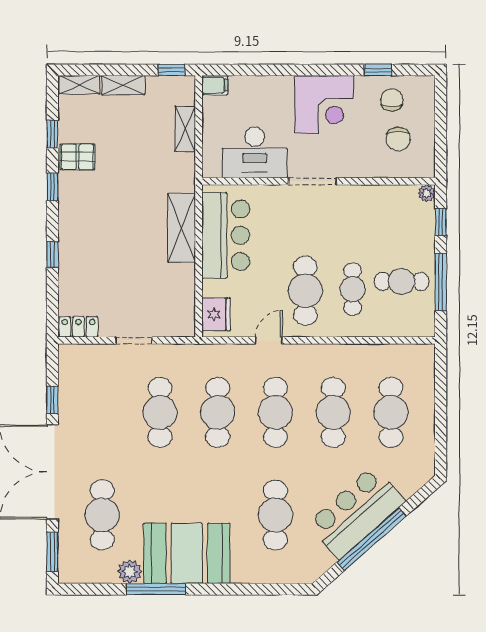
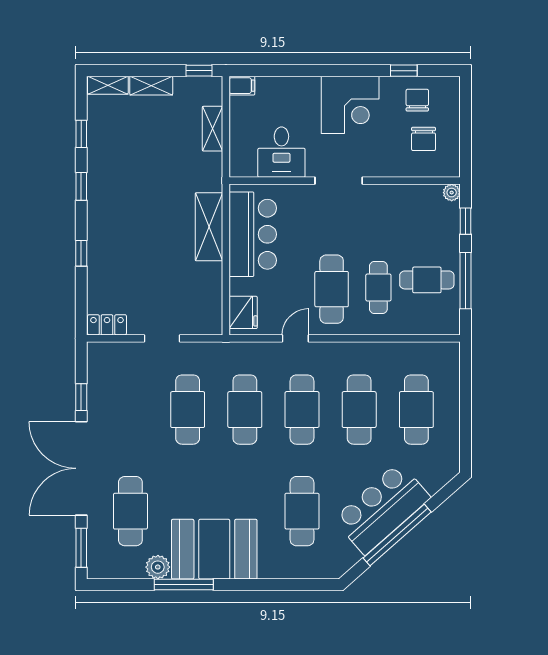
desk: (255, 152) -> (281, 152), width x0.73
pallet: (77, 157) -> (106, 157), removed

